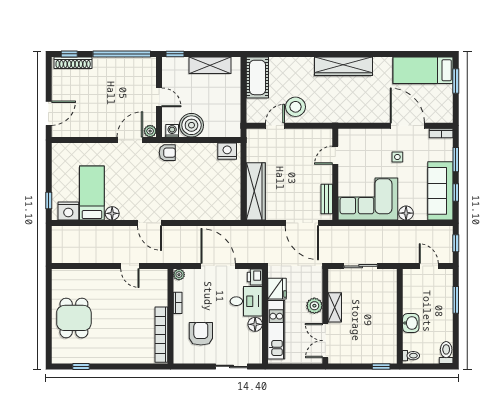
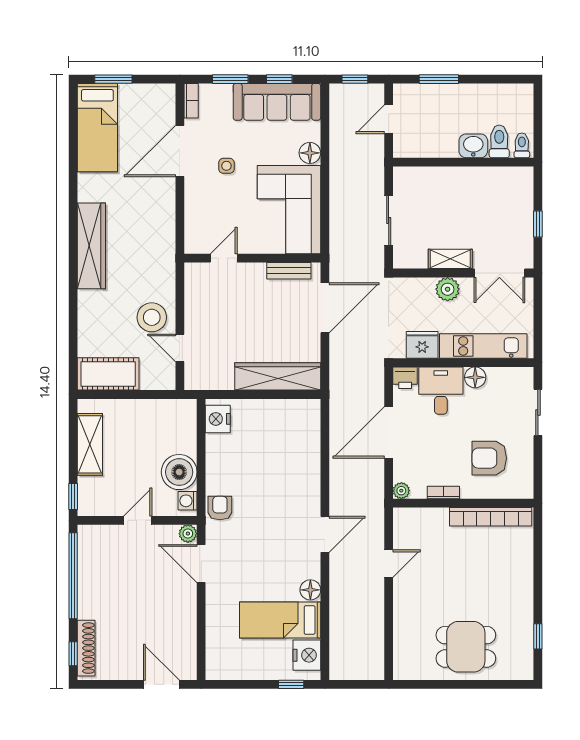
door: (335, 155) -> (224, 258), swing flipped
toilet: (446, 353) -> (499, 141), moved, turned 90
window: (381, 366) -> (538, 224), moved

